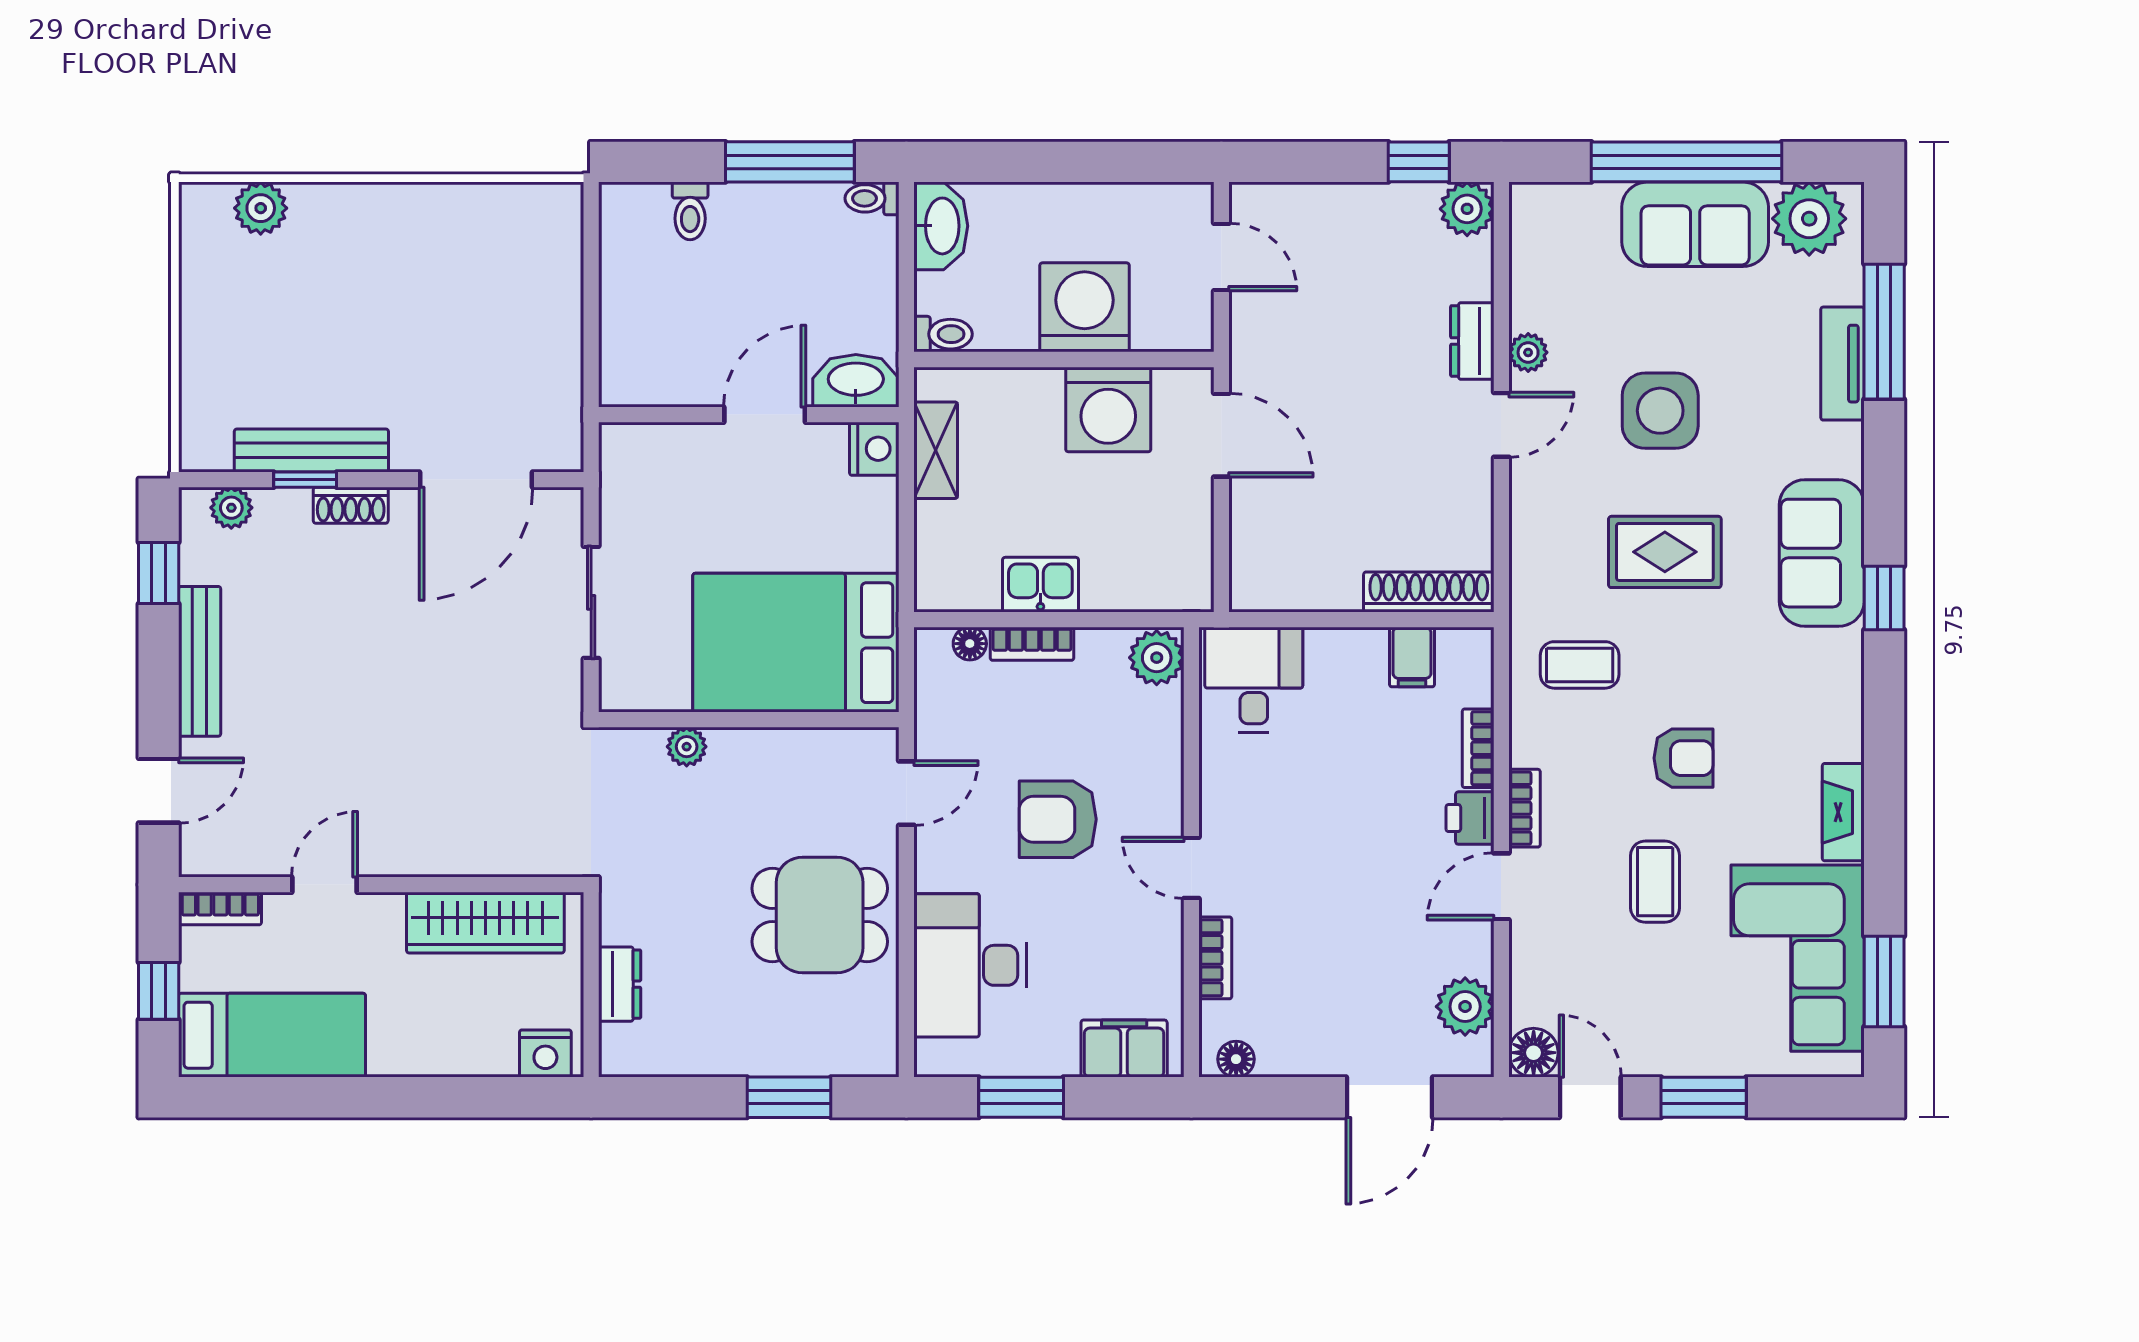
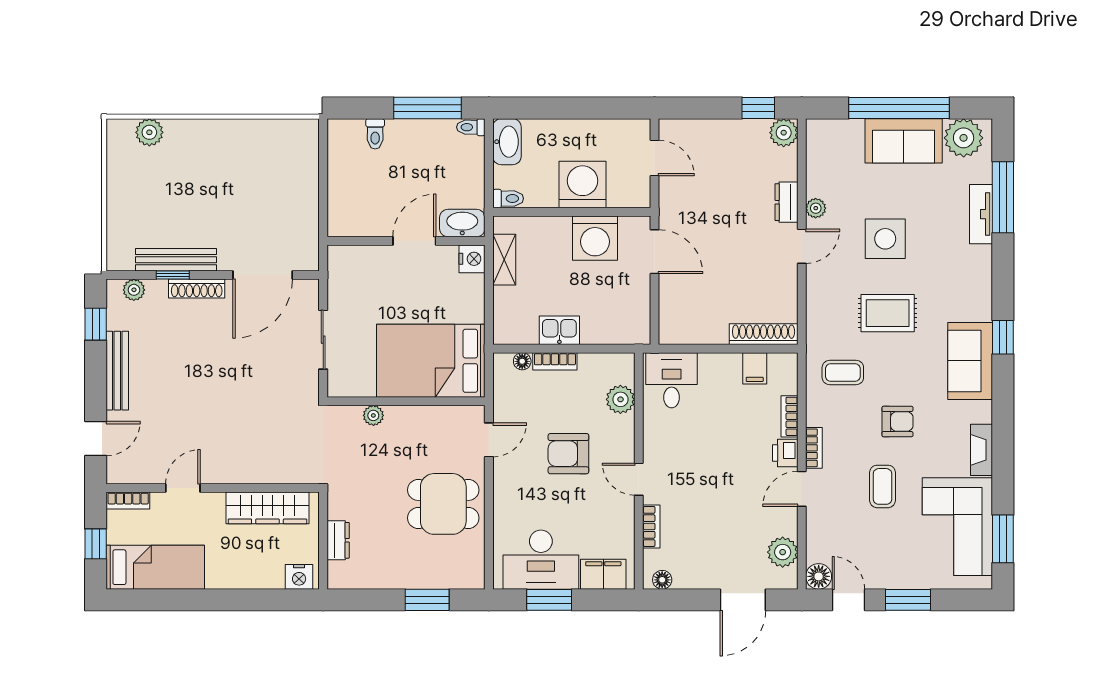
shoe rack: (351, 505) -> (197, 288), width x1.43
sofa: (1822, 553) -> (970, 361), moved
plant: (1157, 658) -> (620, 399), moved
desk: (970, 965) -> (541, 560), moved, turned -90

